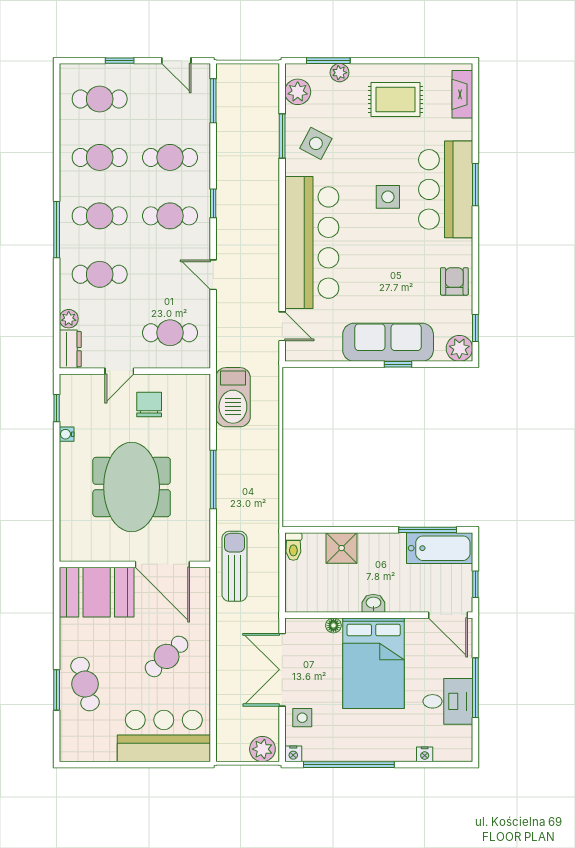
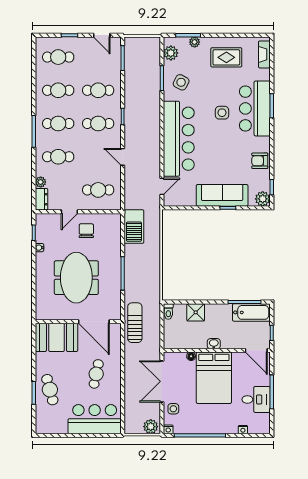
armchair: (454, 281) -> (260, 161), turned -90
door: (282, 326) -> (162, 186), hinge flipped
cafe table: (167, 656) -> (96, 374), turned -35

